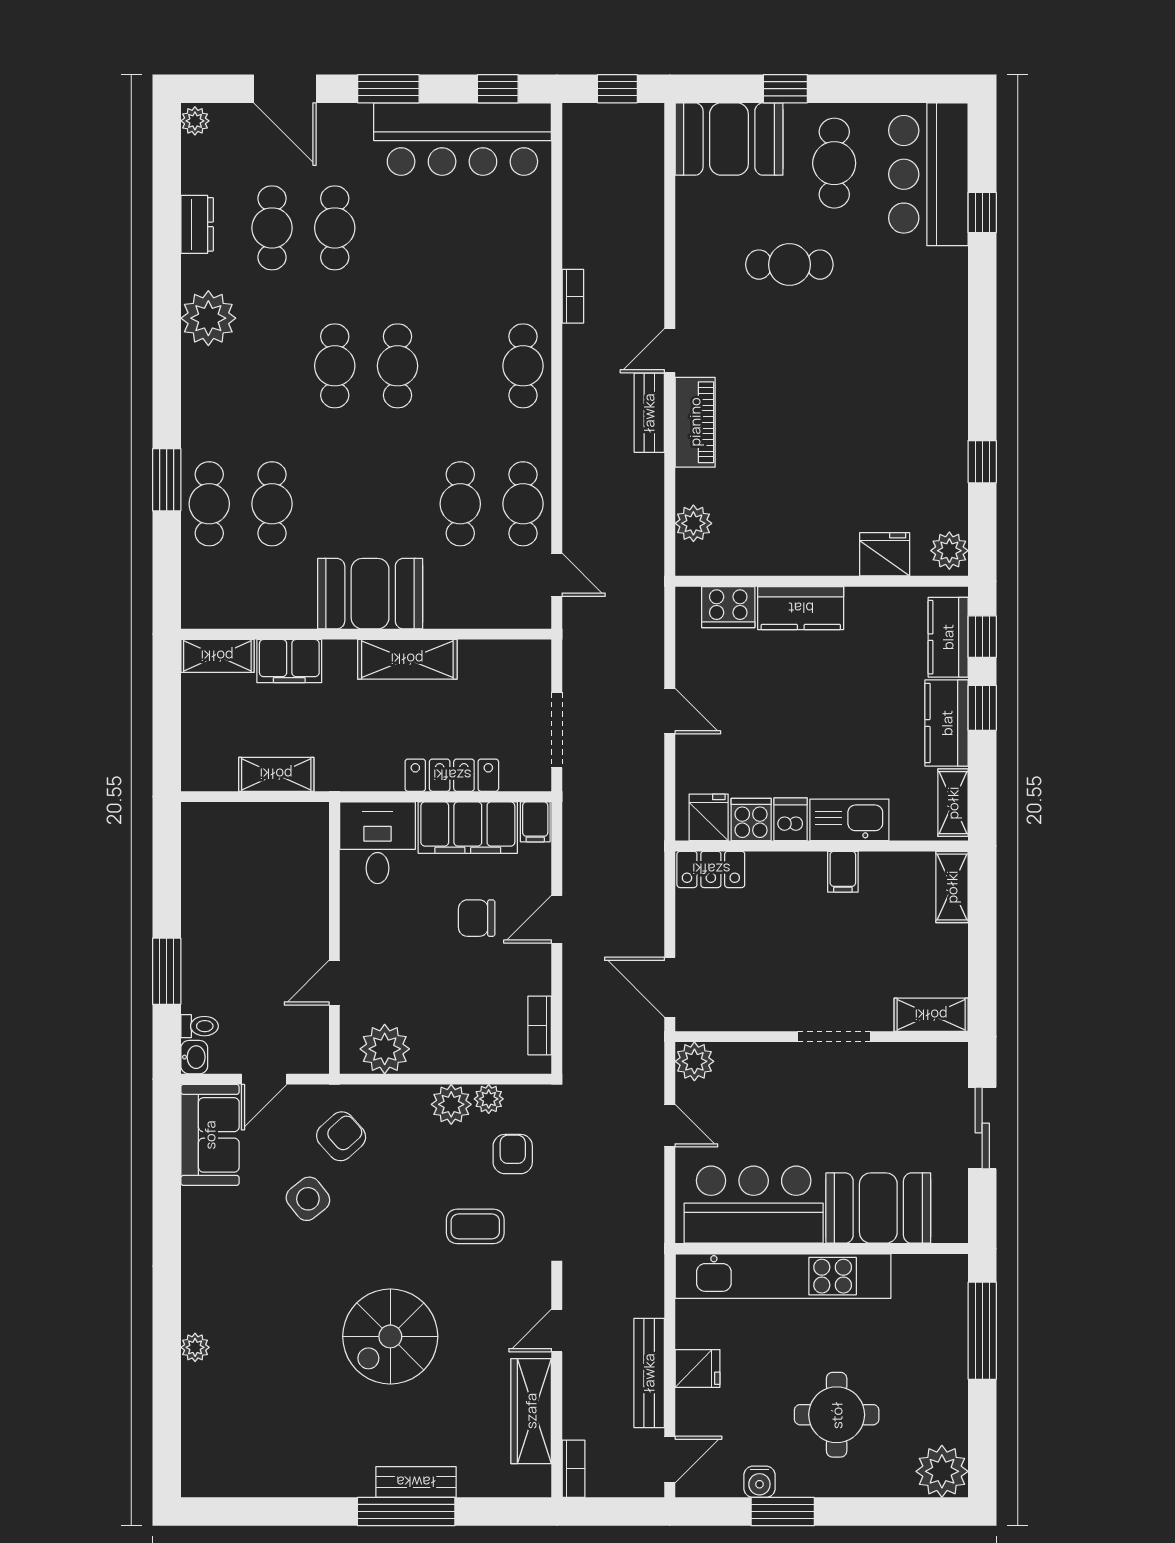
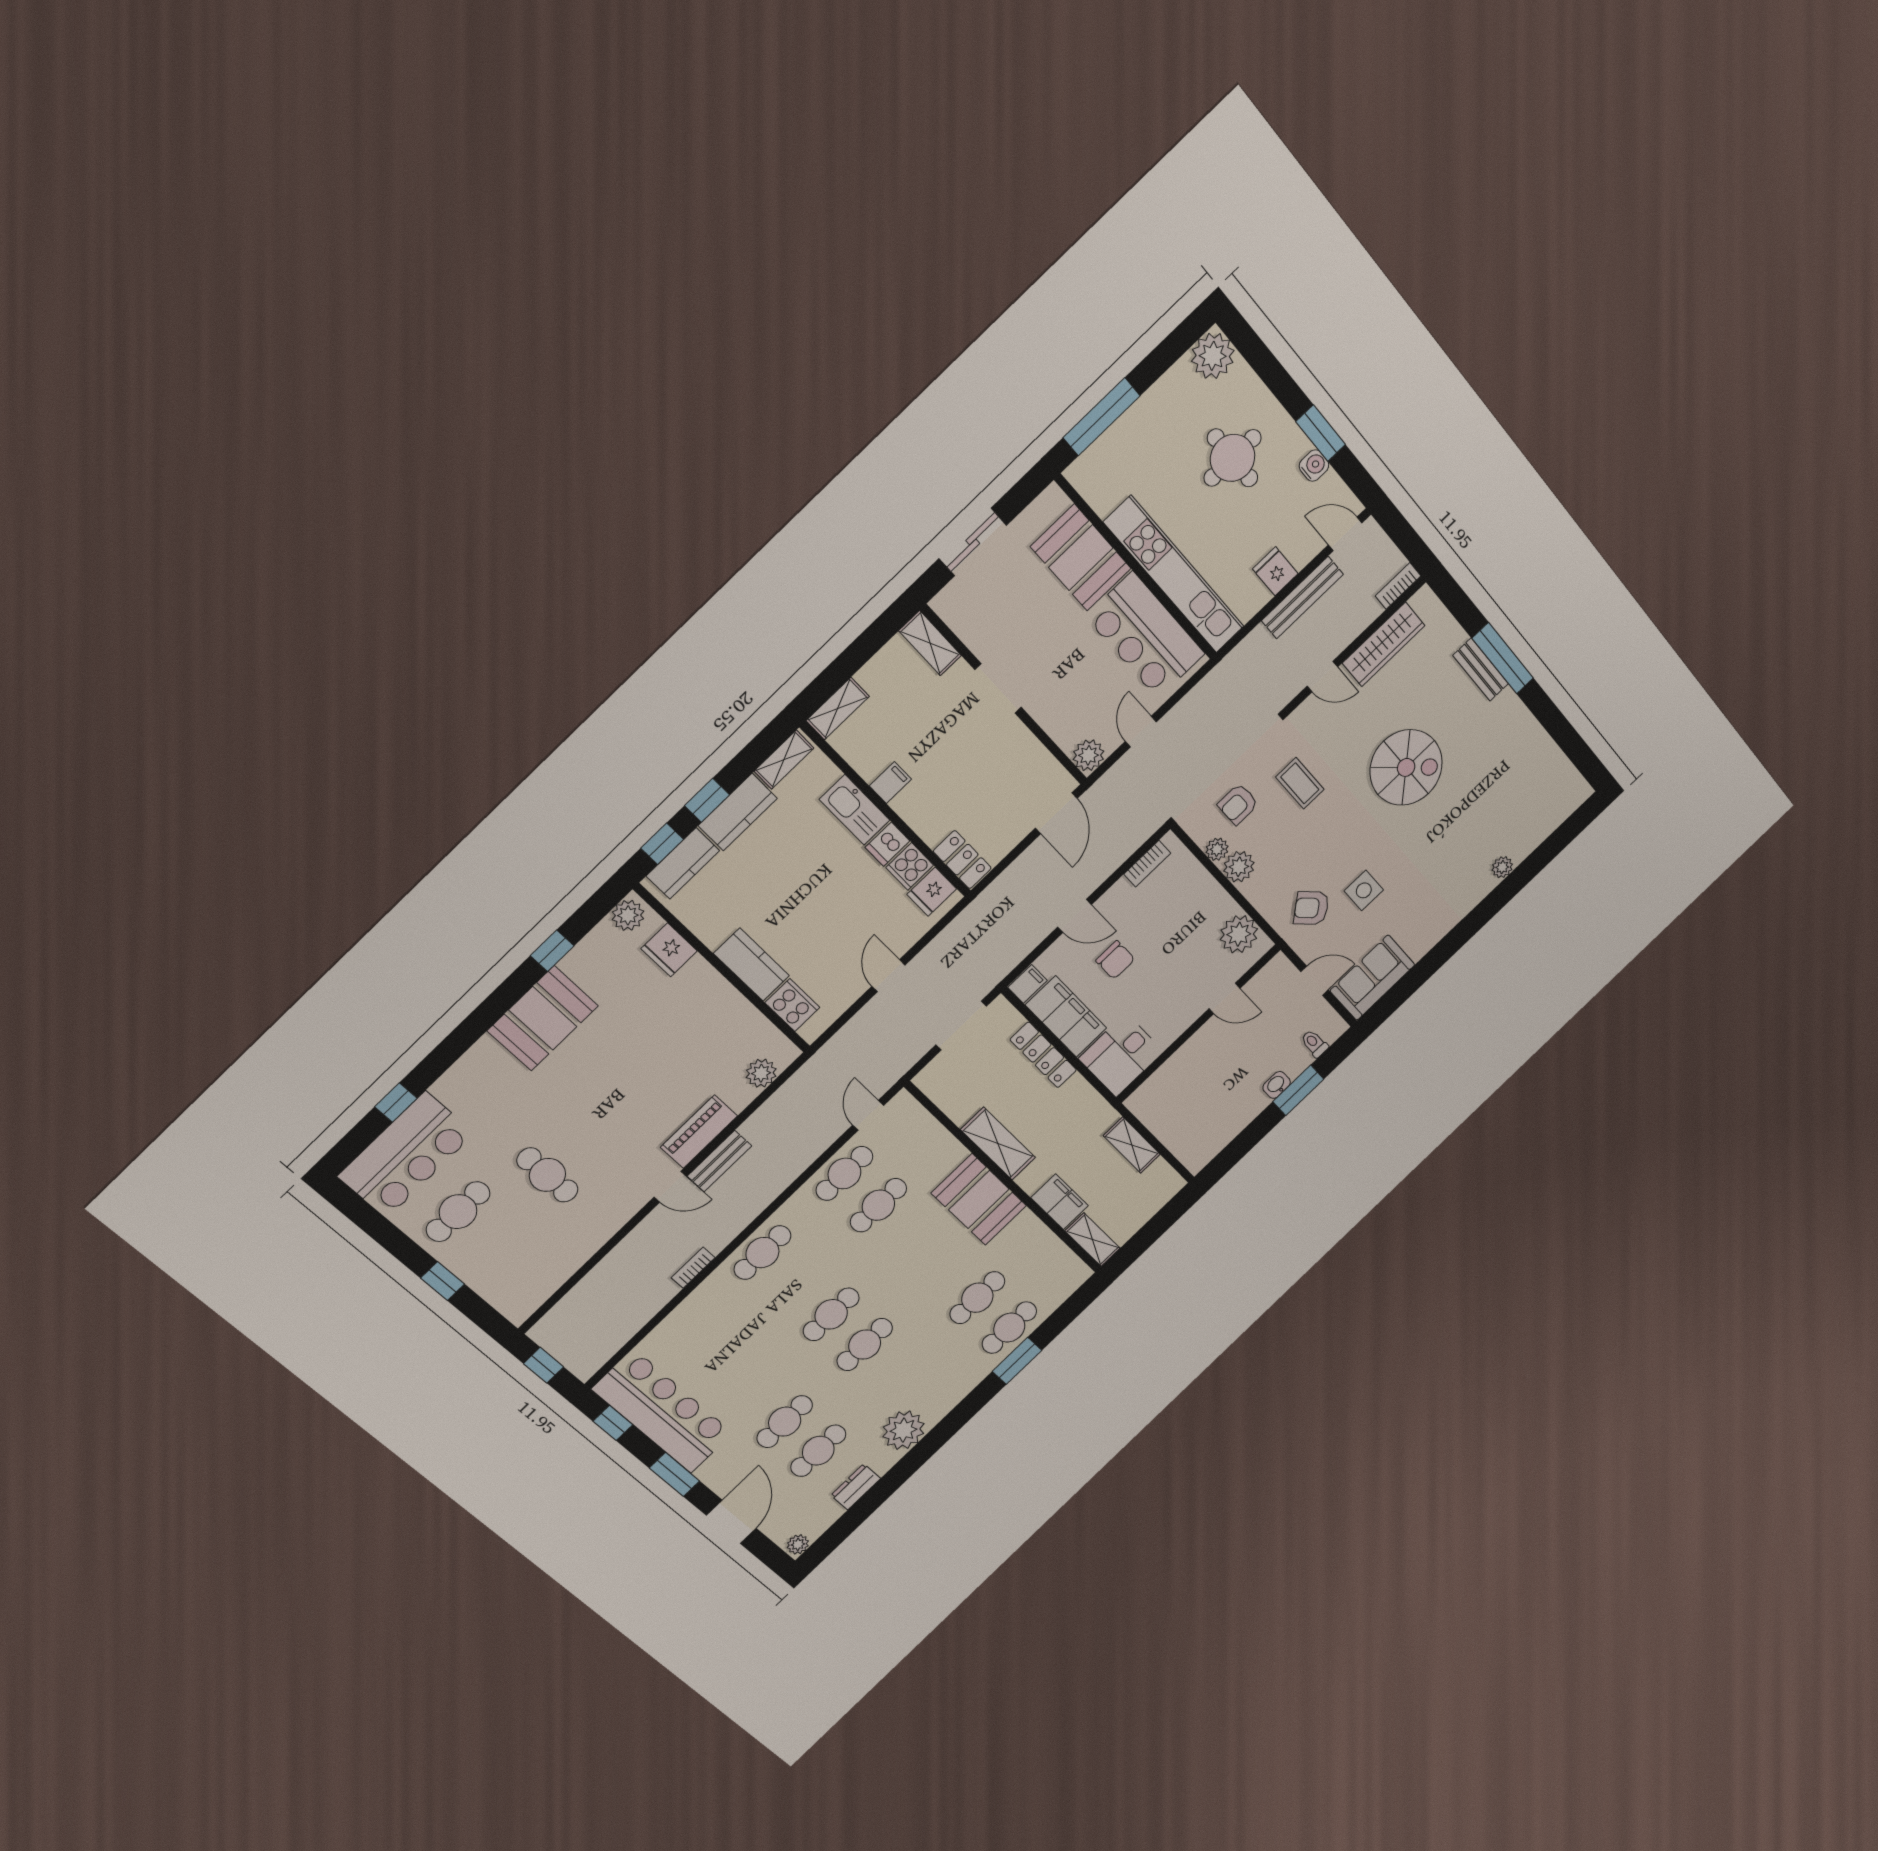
booth: (729, 139) -> (543, 1018), moved, turned 90
washbasin: (194, 1057) -> (1277, 1085), moved
side table: (308, 1199) -> (1364, 890), turned 38

